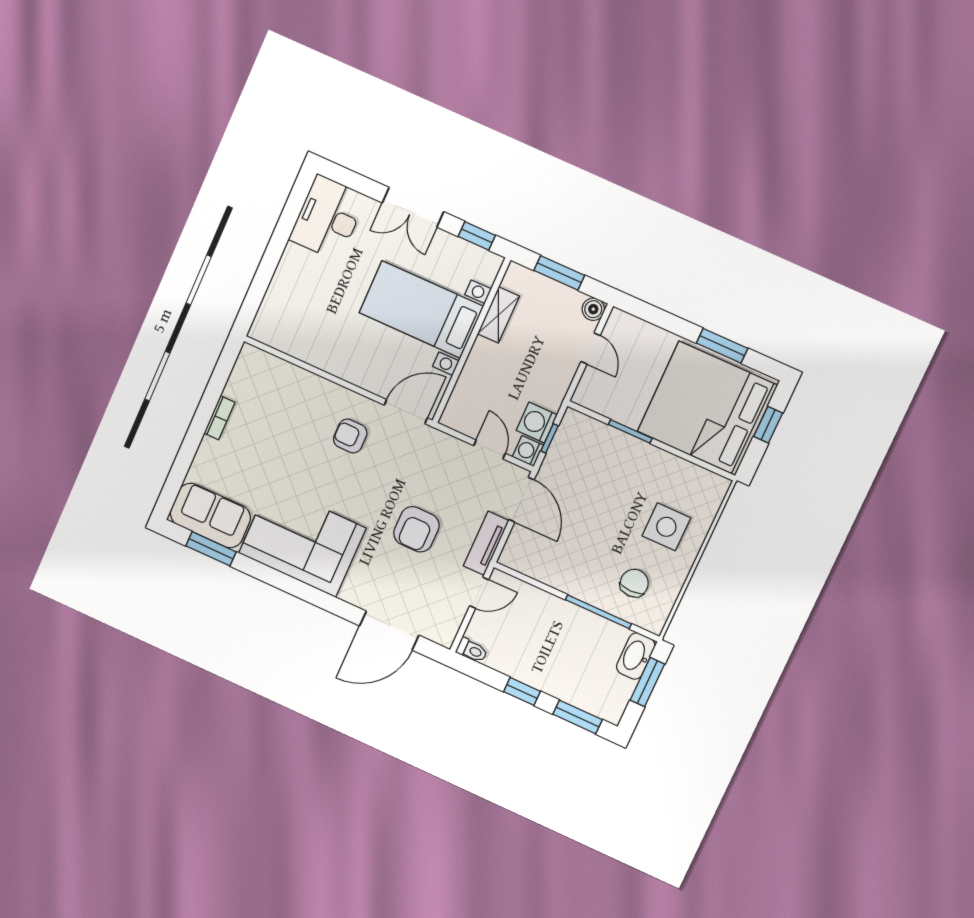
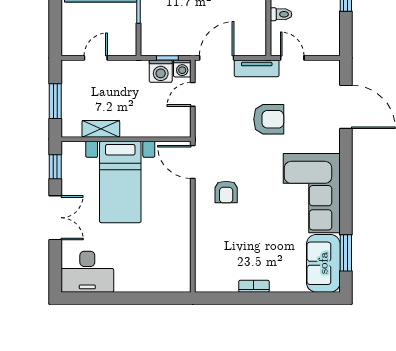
boiler: (593, 309) -> (69, 68), removed
toilet: (472, 650) -> (281, 14), moved, turned 90

